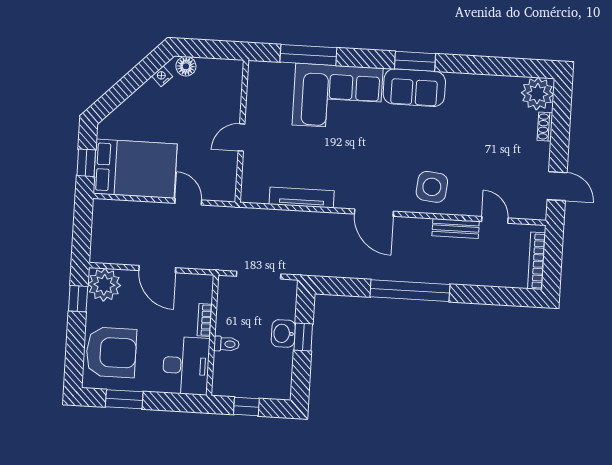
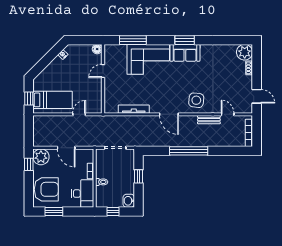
floor lamp: (186, 66) -> (97, 49), moved
door: (241, 137) -> (103, 71), moved
bed: (135, 169) -> (53, 100), width x0.67
door: (188, 202) -> (79, 114), hinge flipped
washbasin: (283, 333) -> (129, 201), moved

